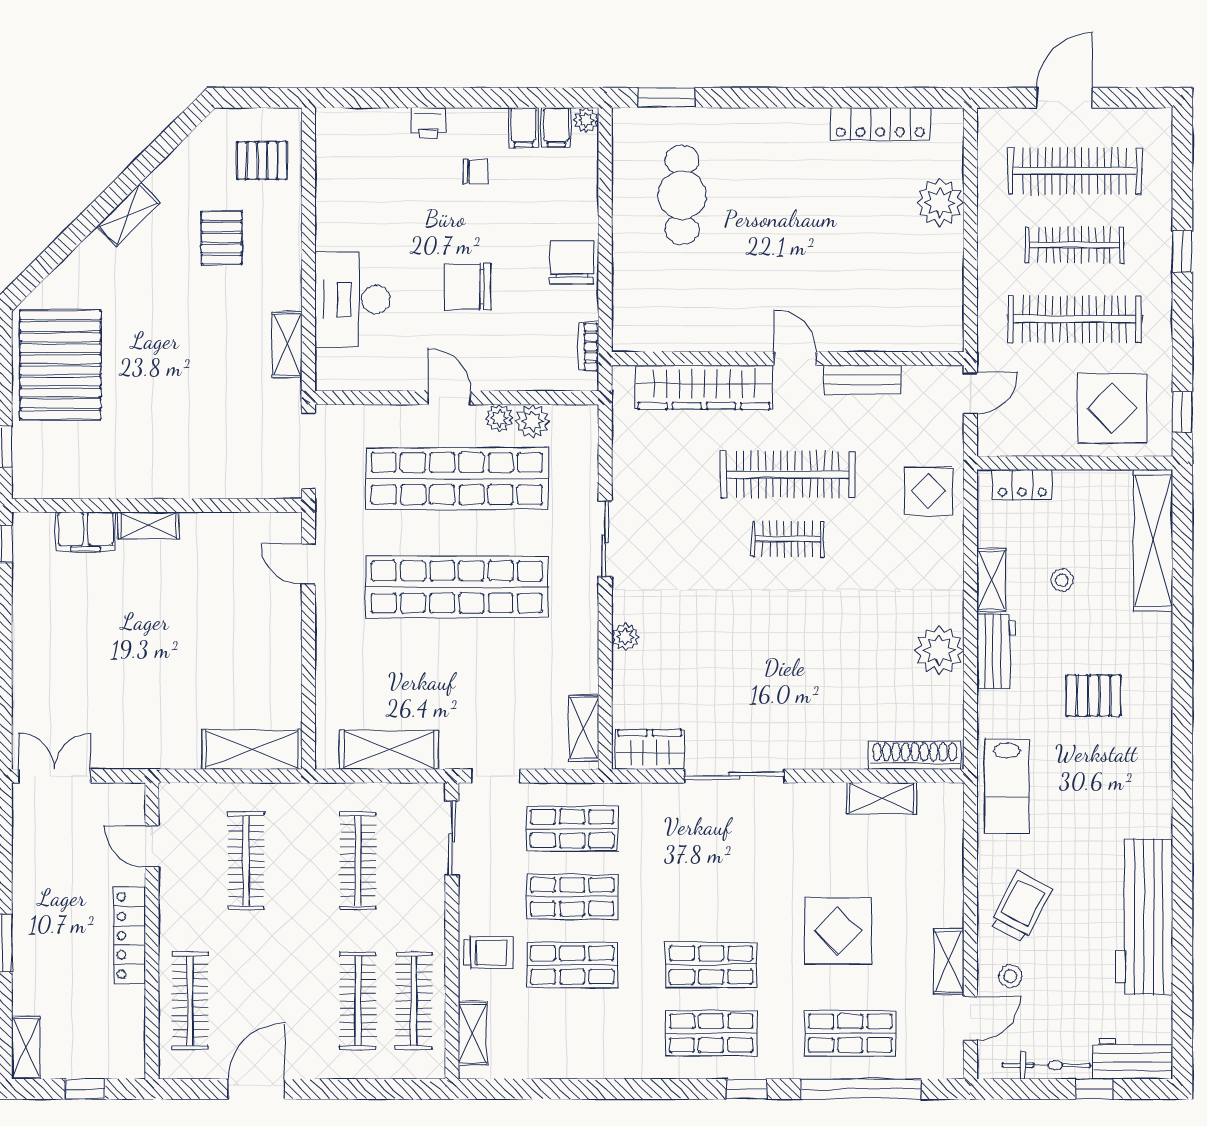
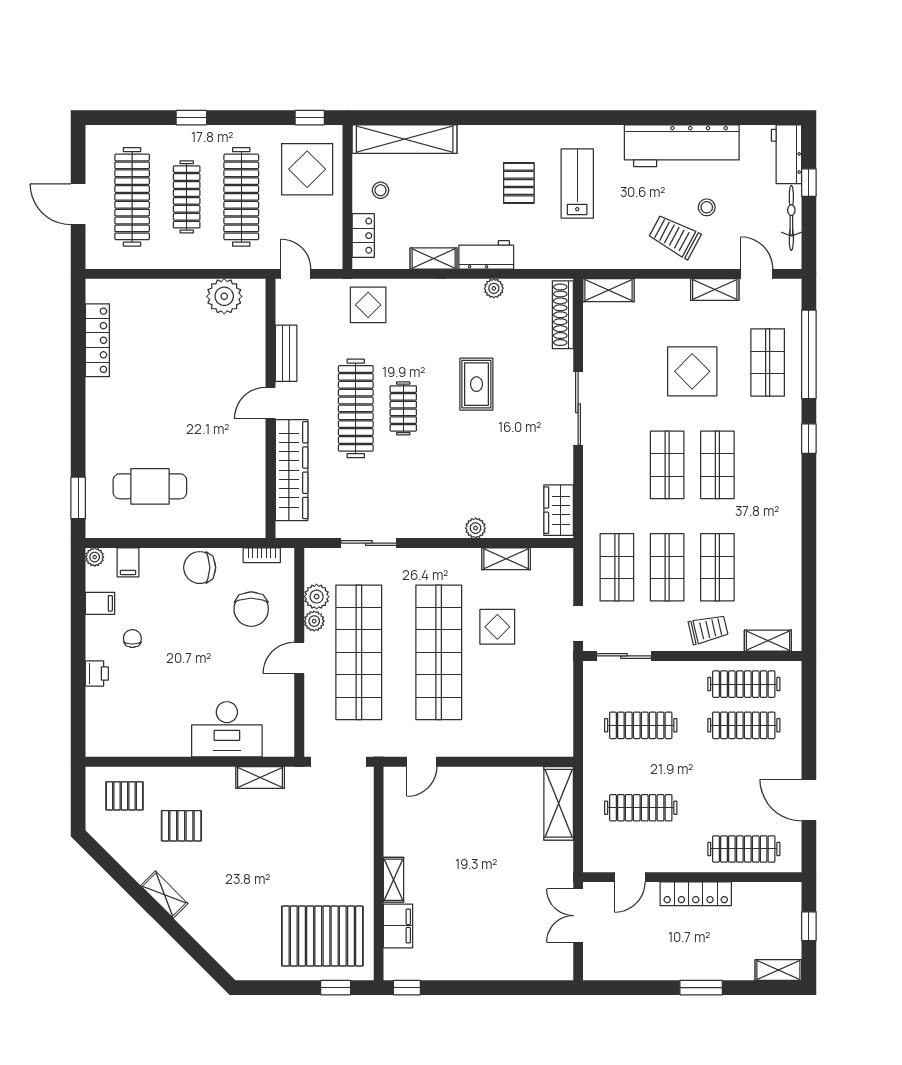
filing cabinet: (556, 127) -> (128, 562), moved, turned 90
pallet: (262, 161) -> (124, 796), turned 90
plant: (940, 203) -> (224, 296), moved
chair: (468, 287) -> (251, 609), moved
pallet: (60, 365) -> (322, 936), moved
sliding door: (605, 539) -> (369, 543), moved
stool: (1062, 580) -> (380, 190), moved
rug: (821, 638) -> (476, 384), added
plant: (939, 650) -> (494, 288), width x0.53, depth x0.53
display table: (491, 666) -> (497, 627), added
shelving: (584, 728) -> (506, 559), moved
shelving: (389, 750) -> (559, 702), removed
double door: (55, 776) -> (578, 916), moved
sliding door: (734, 776) -> (578, 408), moved
lab bench: (1007, 786) -> (577, 184), moved, turned -90
shelving: (882, 798) -> (609, 290), moved, turned 90
trolley: (488, 953) -> (708, 629), turned 77
stool: (1010, 976) -> (707, 207), moved
shop shelf: (711, 1033) -> (667, 465), moved

